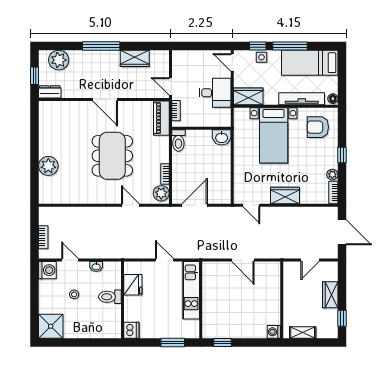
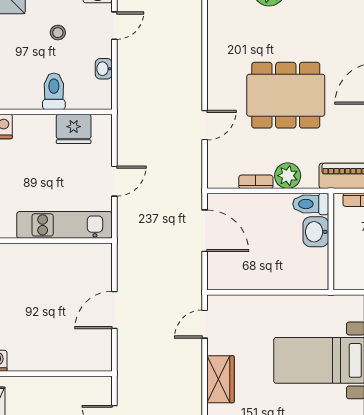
washbasin: (222, 137) -> (316, 232), moved
plant: (161, 193) -> (288, 176), moved

